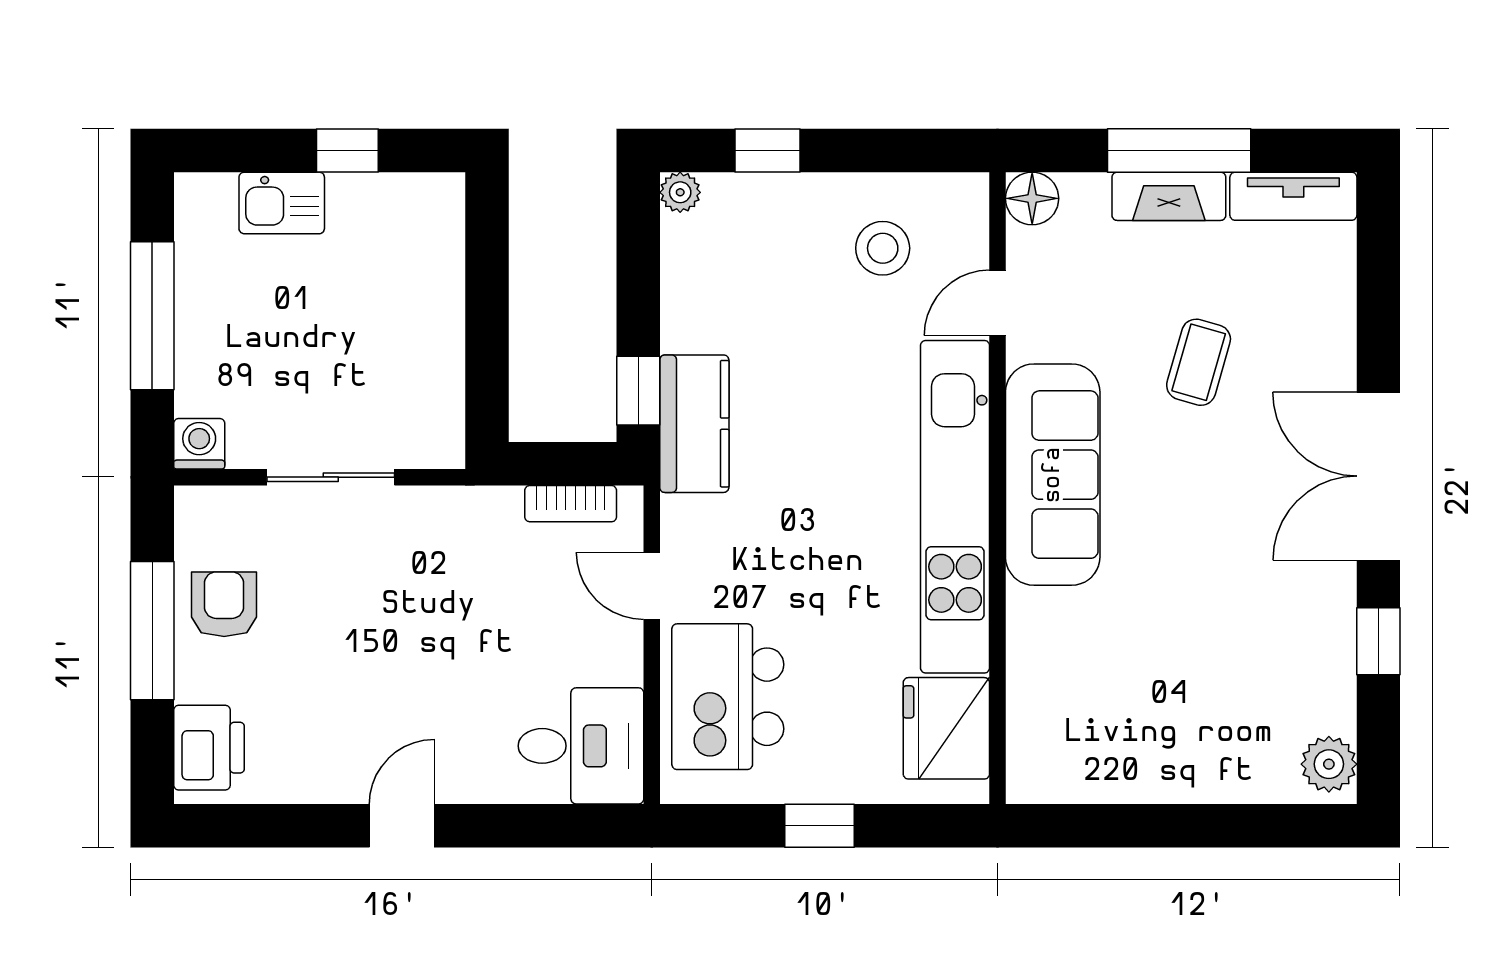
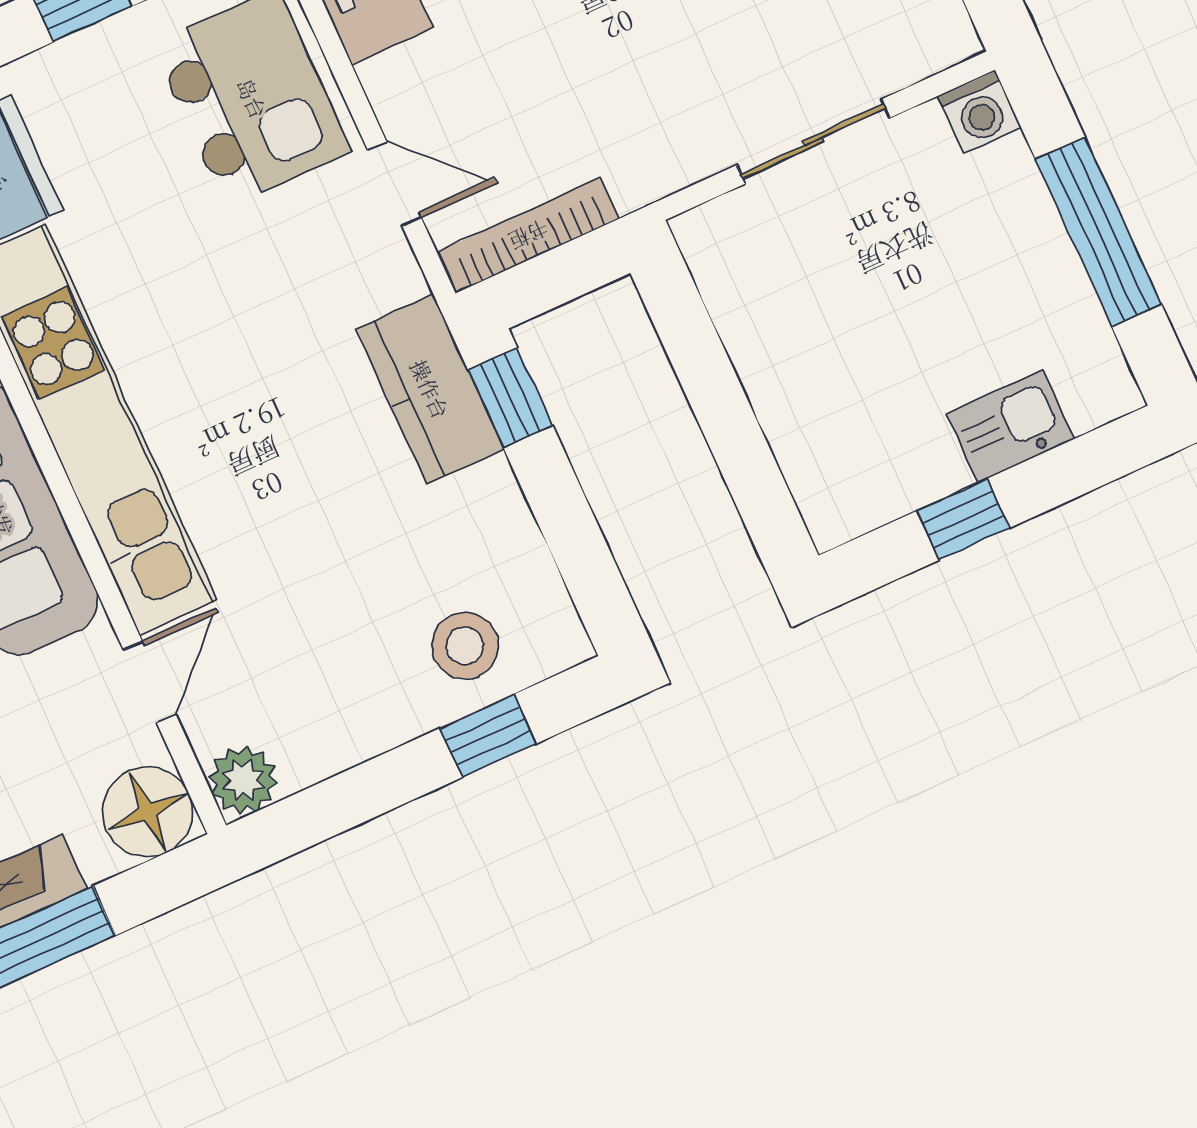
plant: (680, 192) -> (243, 780), moved, width x1.38, depth x1.38
floor lamp: (1032, 198) -> (148, 812), width x1.38, depth x1.38
stool: (883, 248) -> (465, 646), moved
bookcase: (571, 504) -> (529, 235), width x1.56

